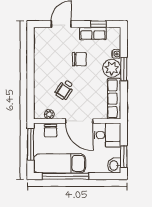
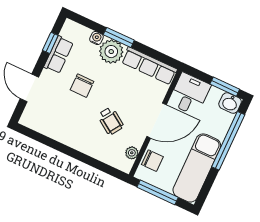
chair: (79, 59) -> (82, 86), turned 180
window: (65, 176) -> (228, 141), moved

